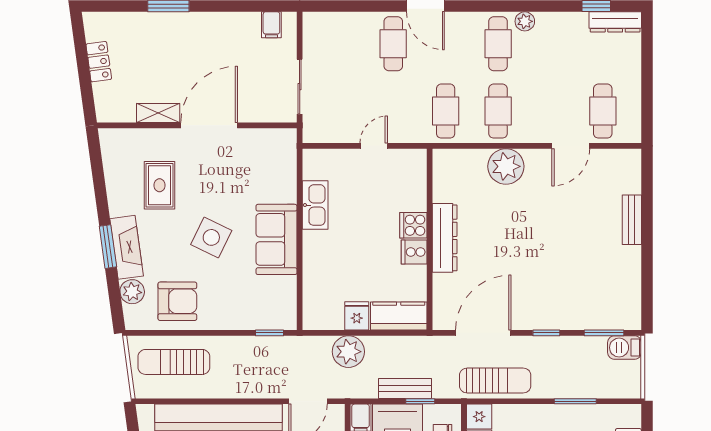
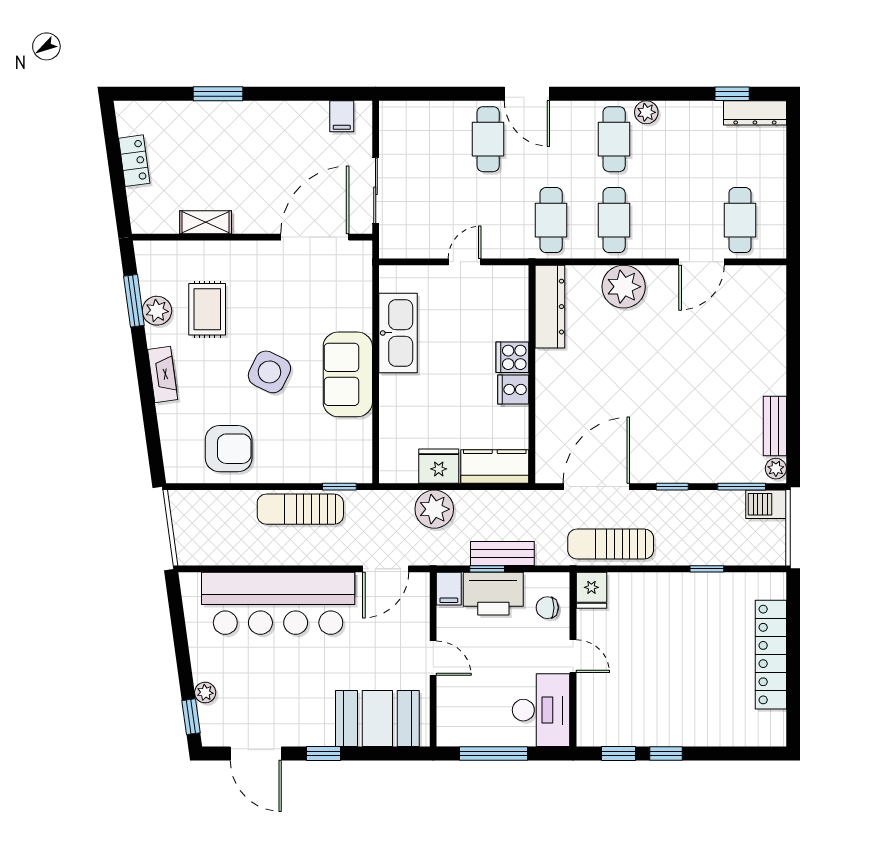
door: (209, 125) -> (315, 237), moved
kitchen sink: (315, 205) -> (398, 333), width x1.36, depth x1.24
bench: (632, 220) -> (775, 426), moved
dresser: (445, 238) -> (550, 307), moved
window: (108, 247) -> (134, 301), moved
fireplace: (127, 247) -> (163, 375), width x0.73, depth x0.76
plant: (132, 292) -> (157, 311), moved
fridge: (357, 316) -> (439, 466), width x1.38
plant: (633, 318) -> (776, 469), added
sun lounger: (174, 362) -> (300, 509), moved
sun lounger: (495, 381) -> (611, 544), turned 180
window: (420, 401) -> (487, 569), moved
window: (575, 401) -> (707, 569), width x0.67

